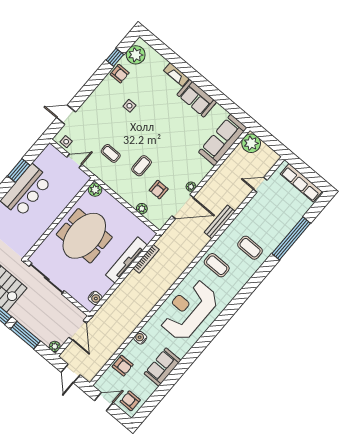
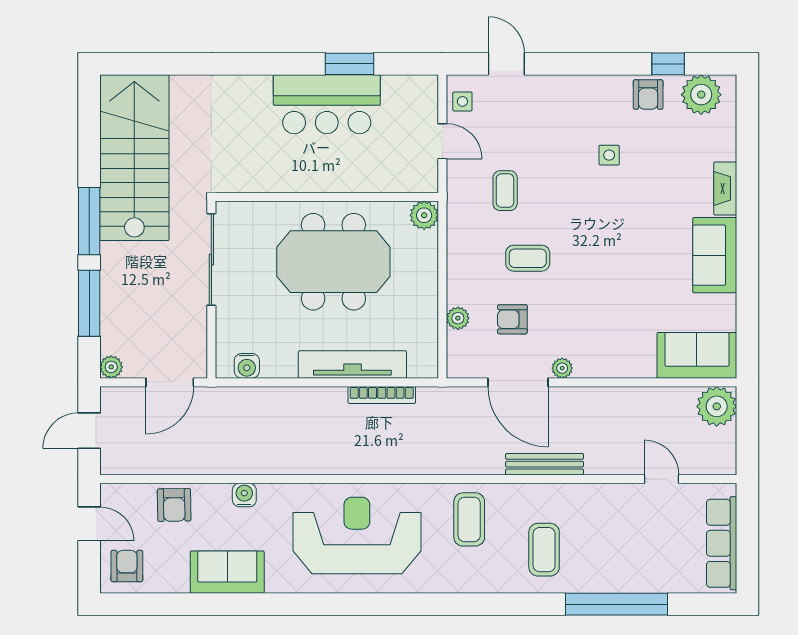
sofa: (223, 140) -> (697, 355), width x0.73

